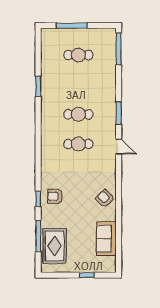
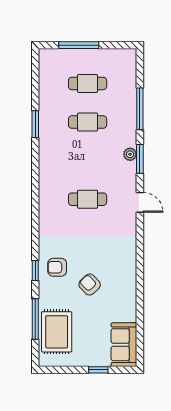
window: (119, 49) -> (140, 109), moved
plant: (111, 109) -> (130, 154), added
cafe table: (78, 114) -> (88, 122), moved
armchair: (105, 199) -> (90, 284), moved
sofa: (106, 239) -> (124, 345), moved

